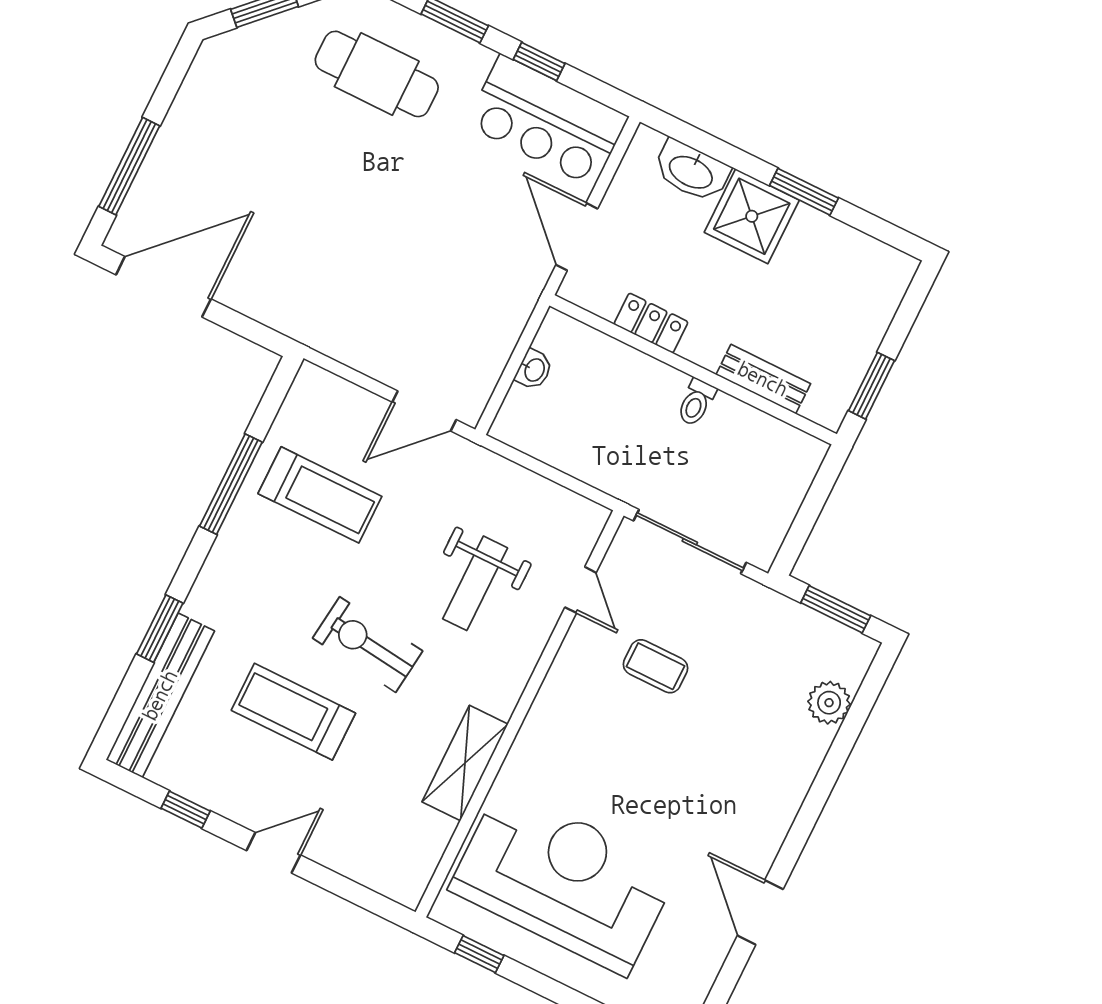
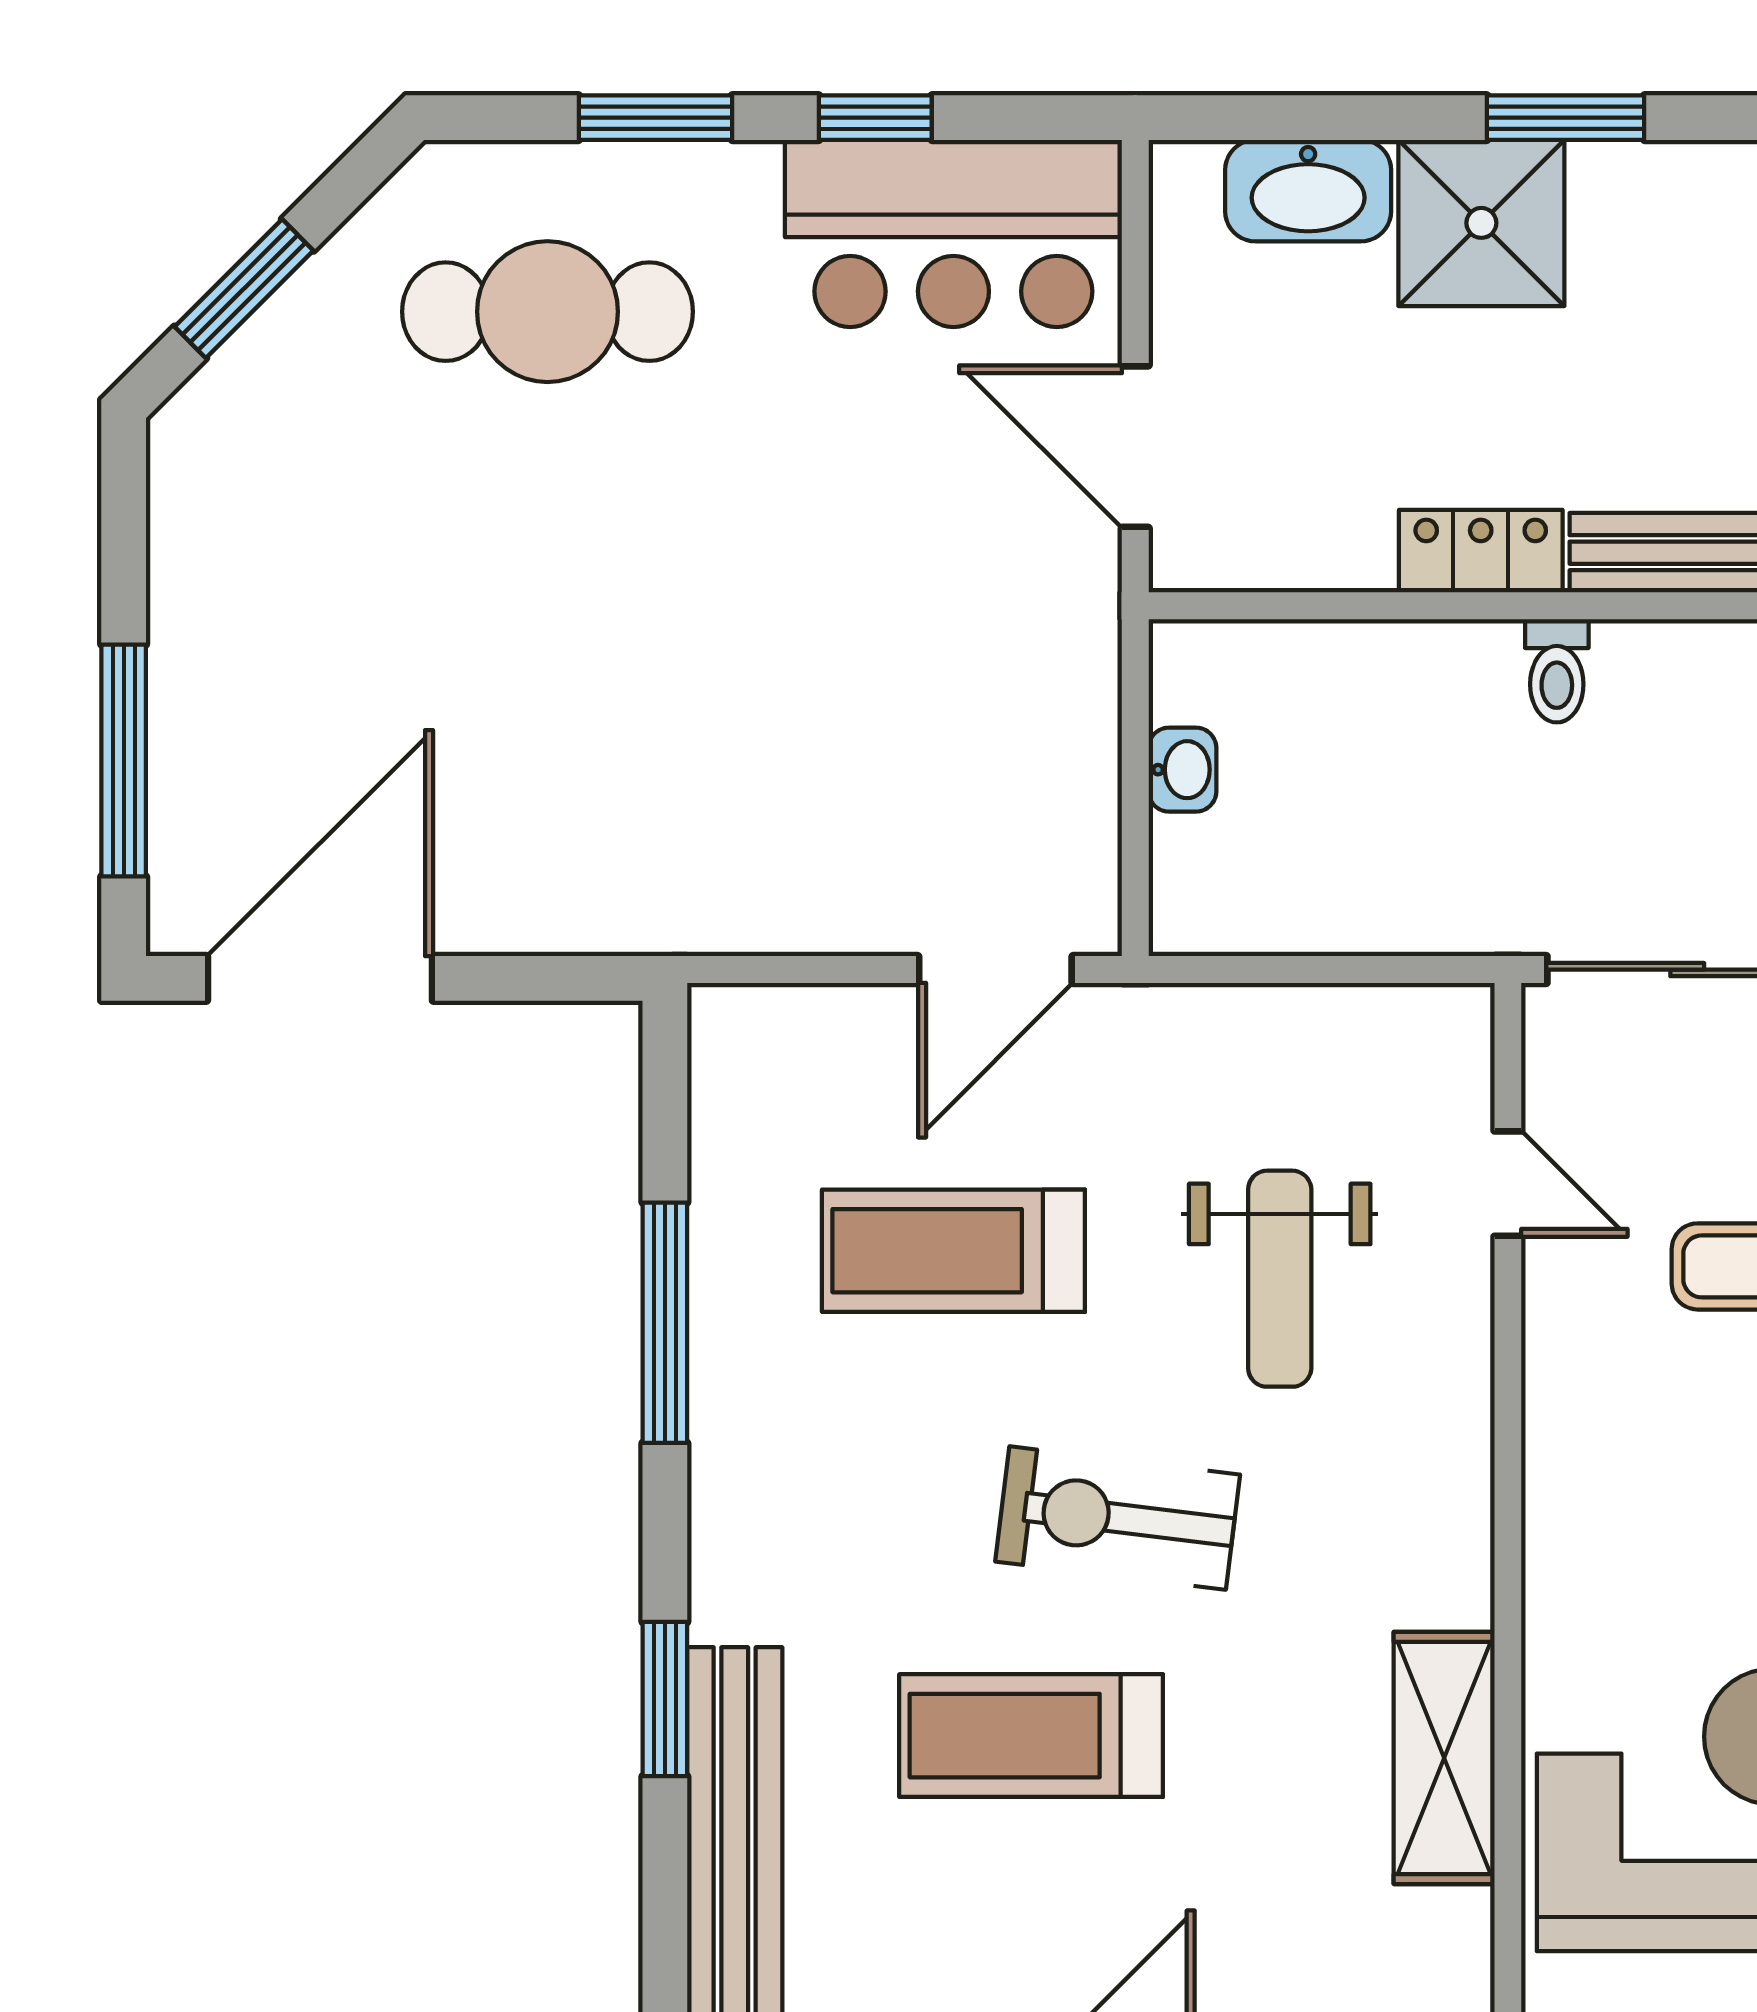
locker: (651, 323) -> (1481, 551), moved
treadmill: (320, 495) -> (953, 1251), moved, turned 180
shelving: (465, 763) -> (1444, 1758), moved

